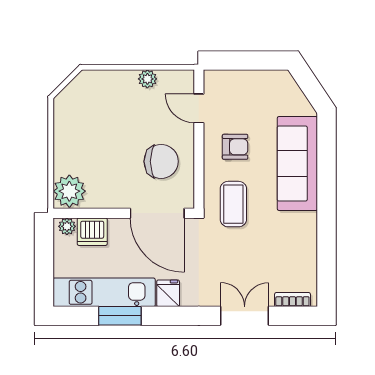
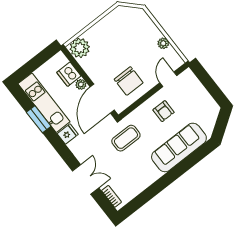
coffee table: (233, 204) -> (126, 138), moved
plant: (67, 226) -> (81, 84), moved

